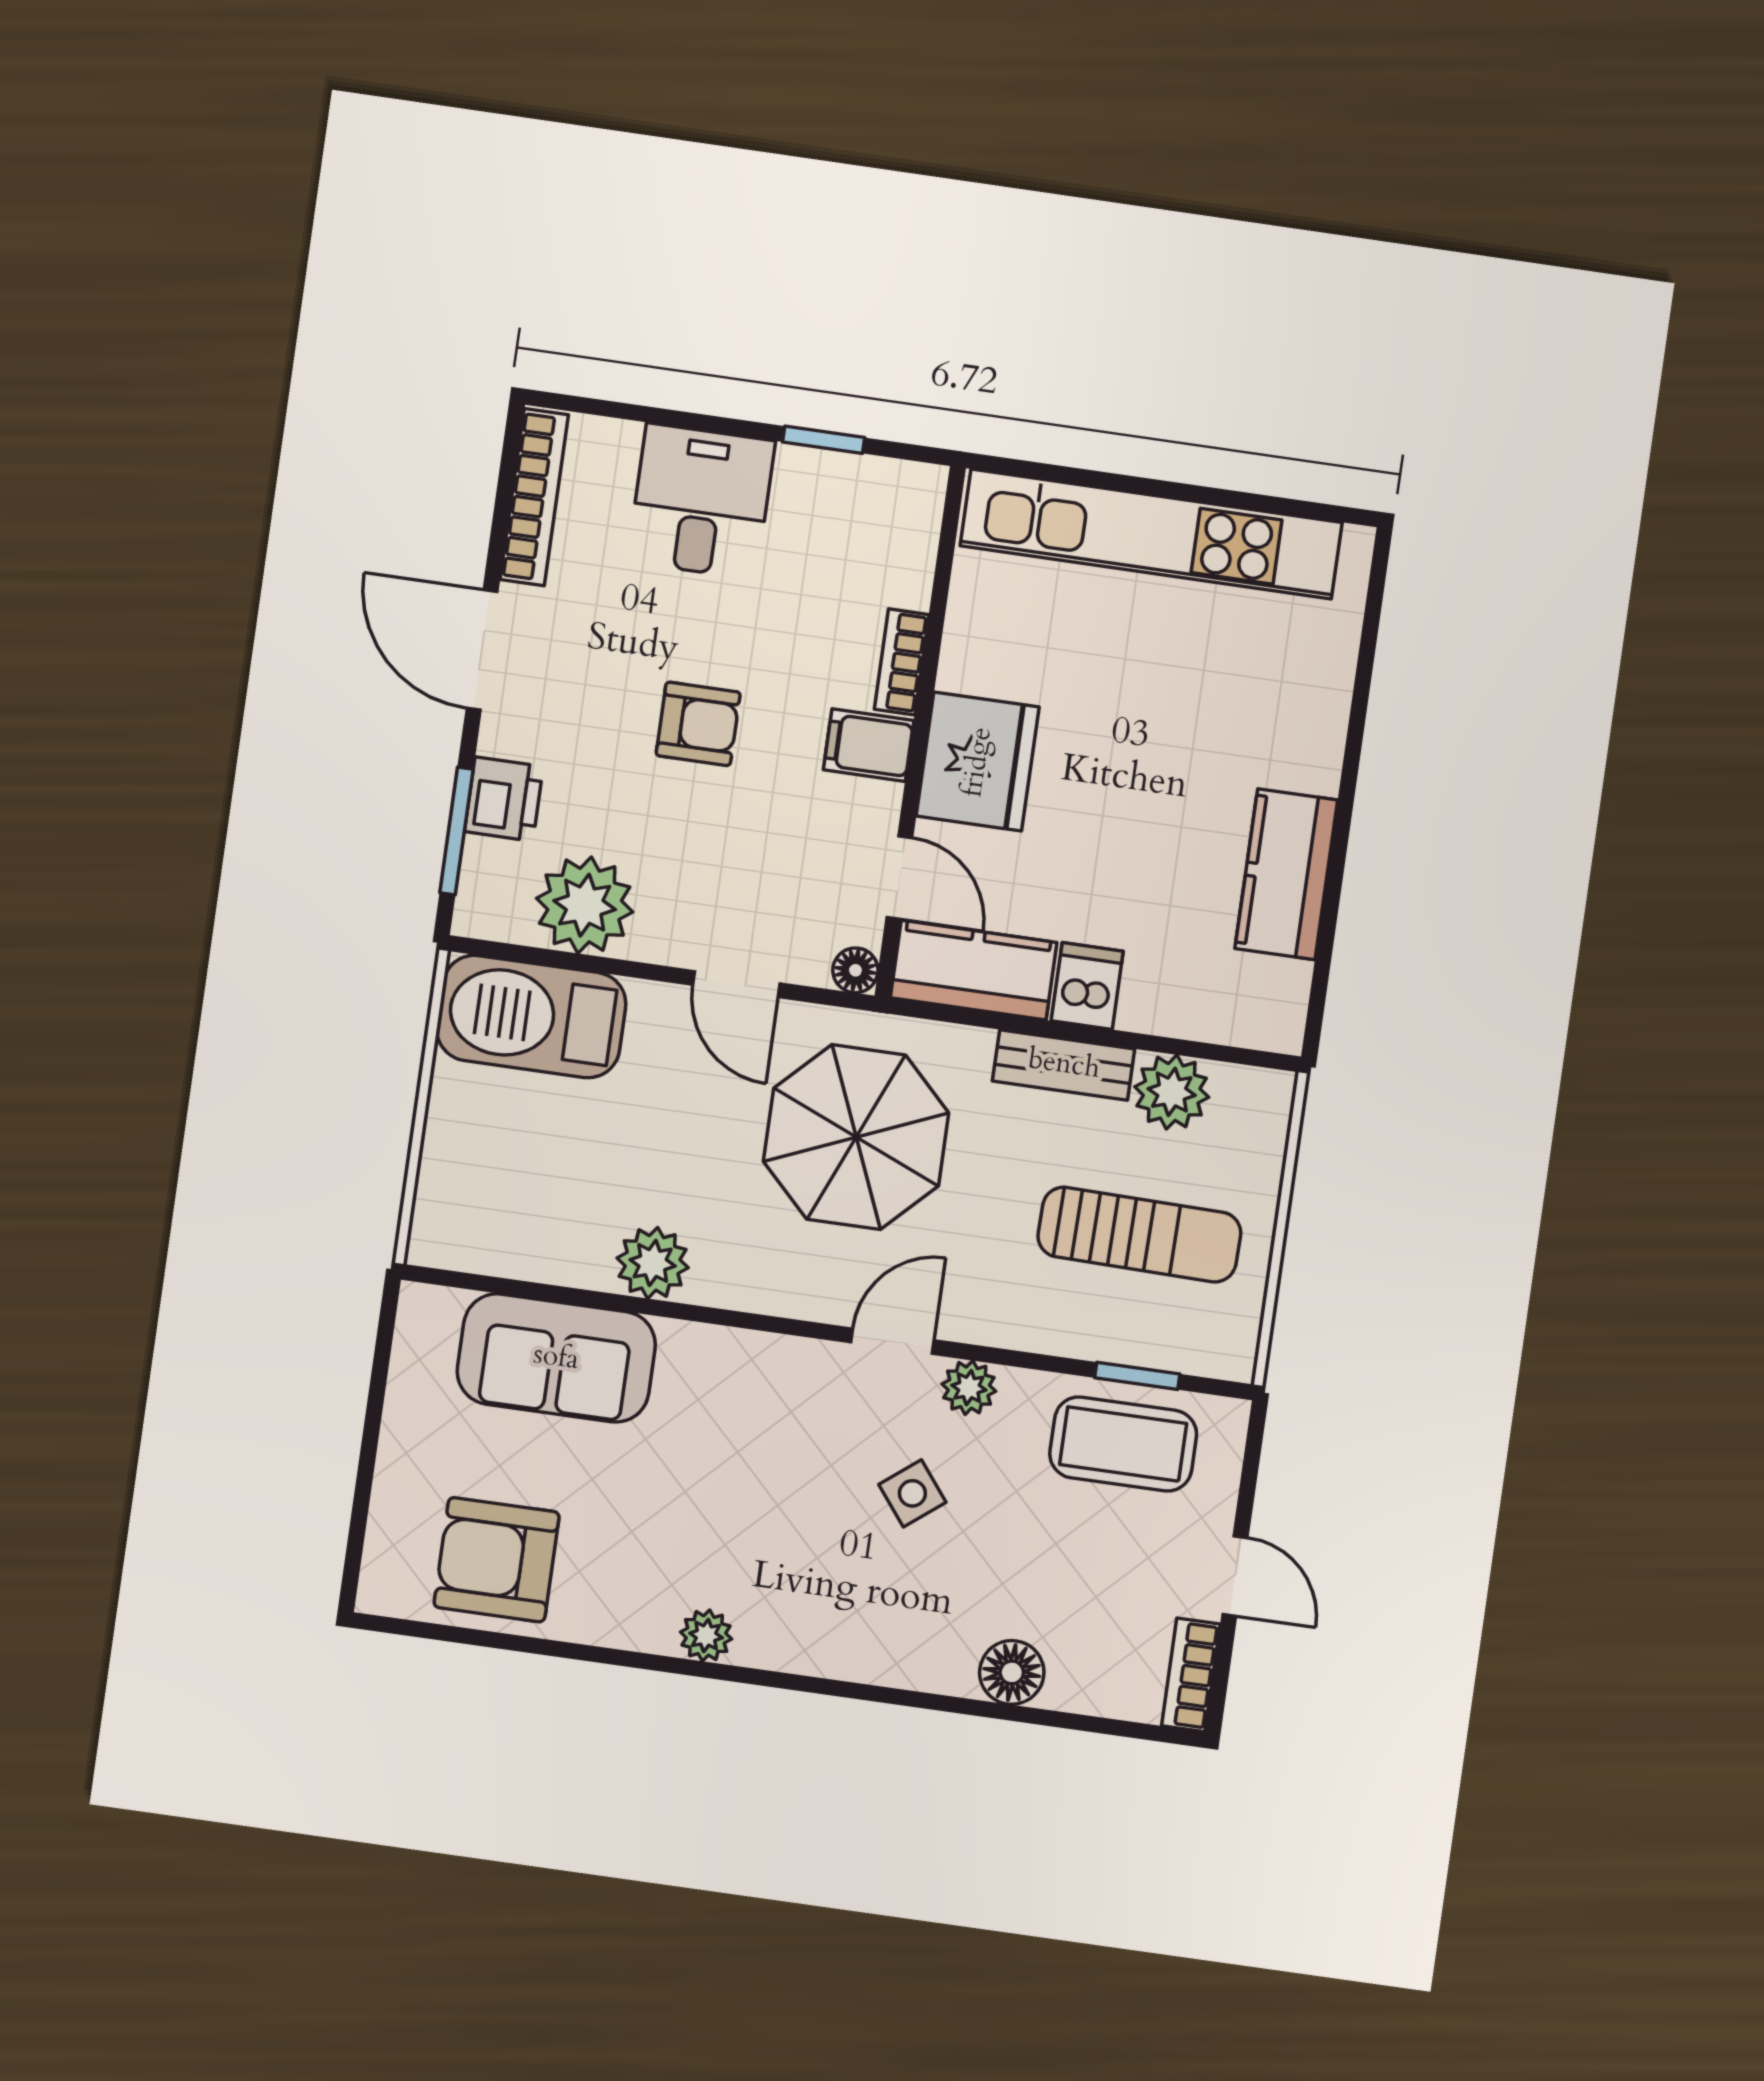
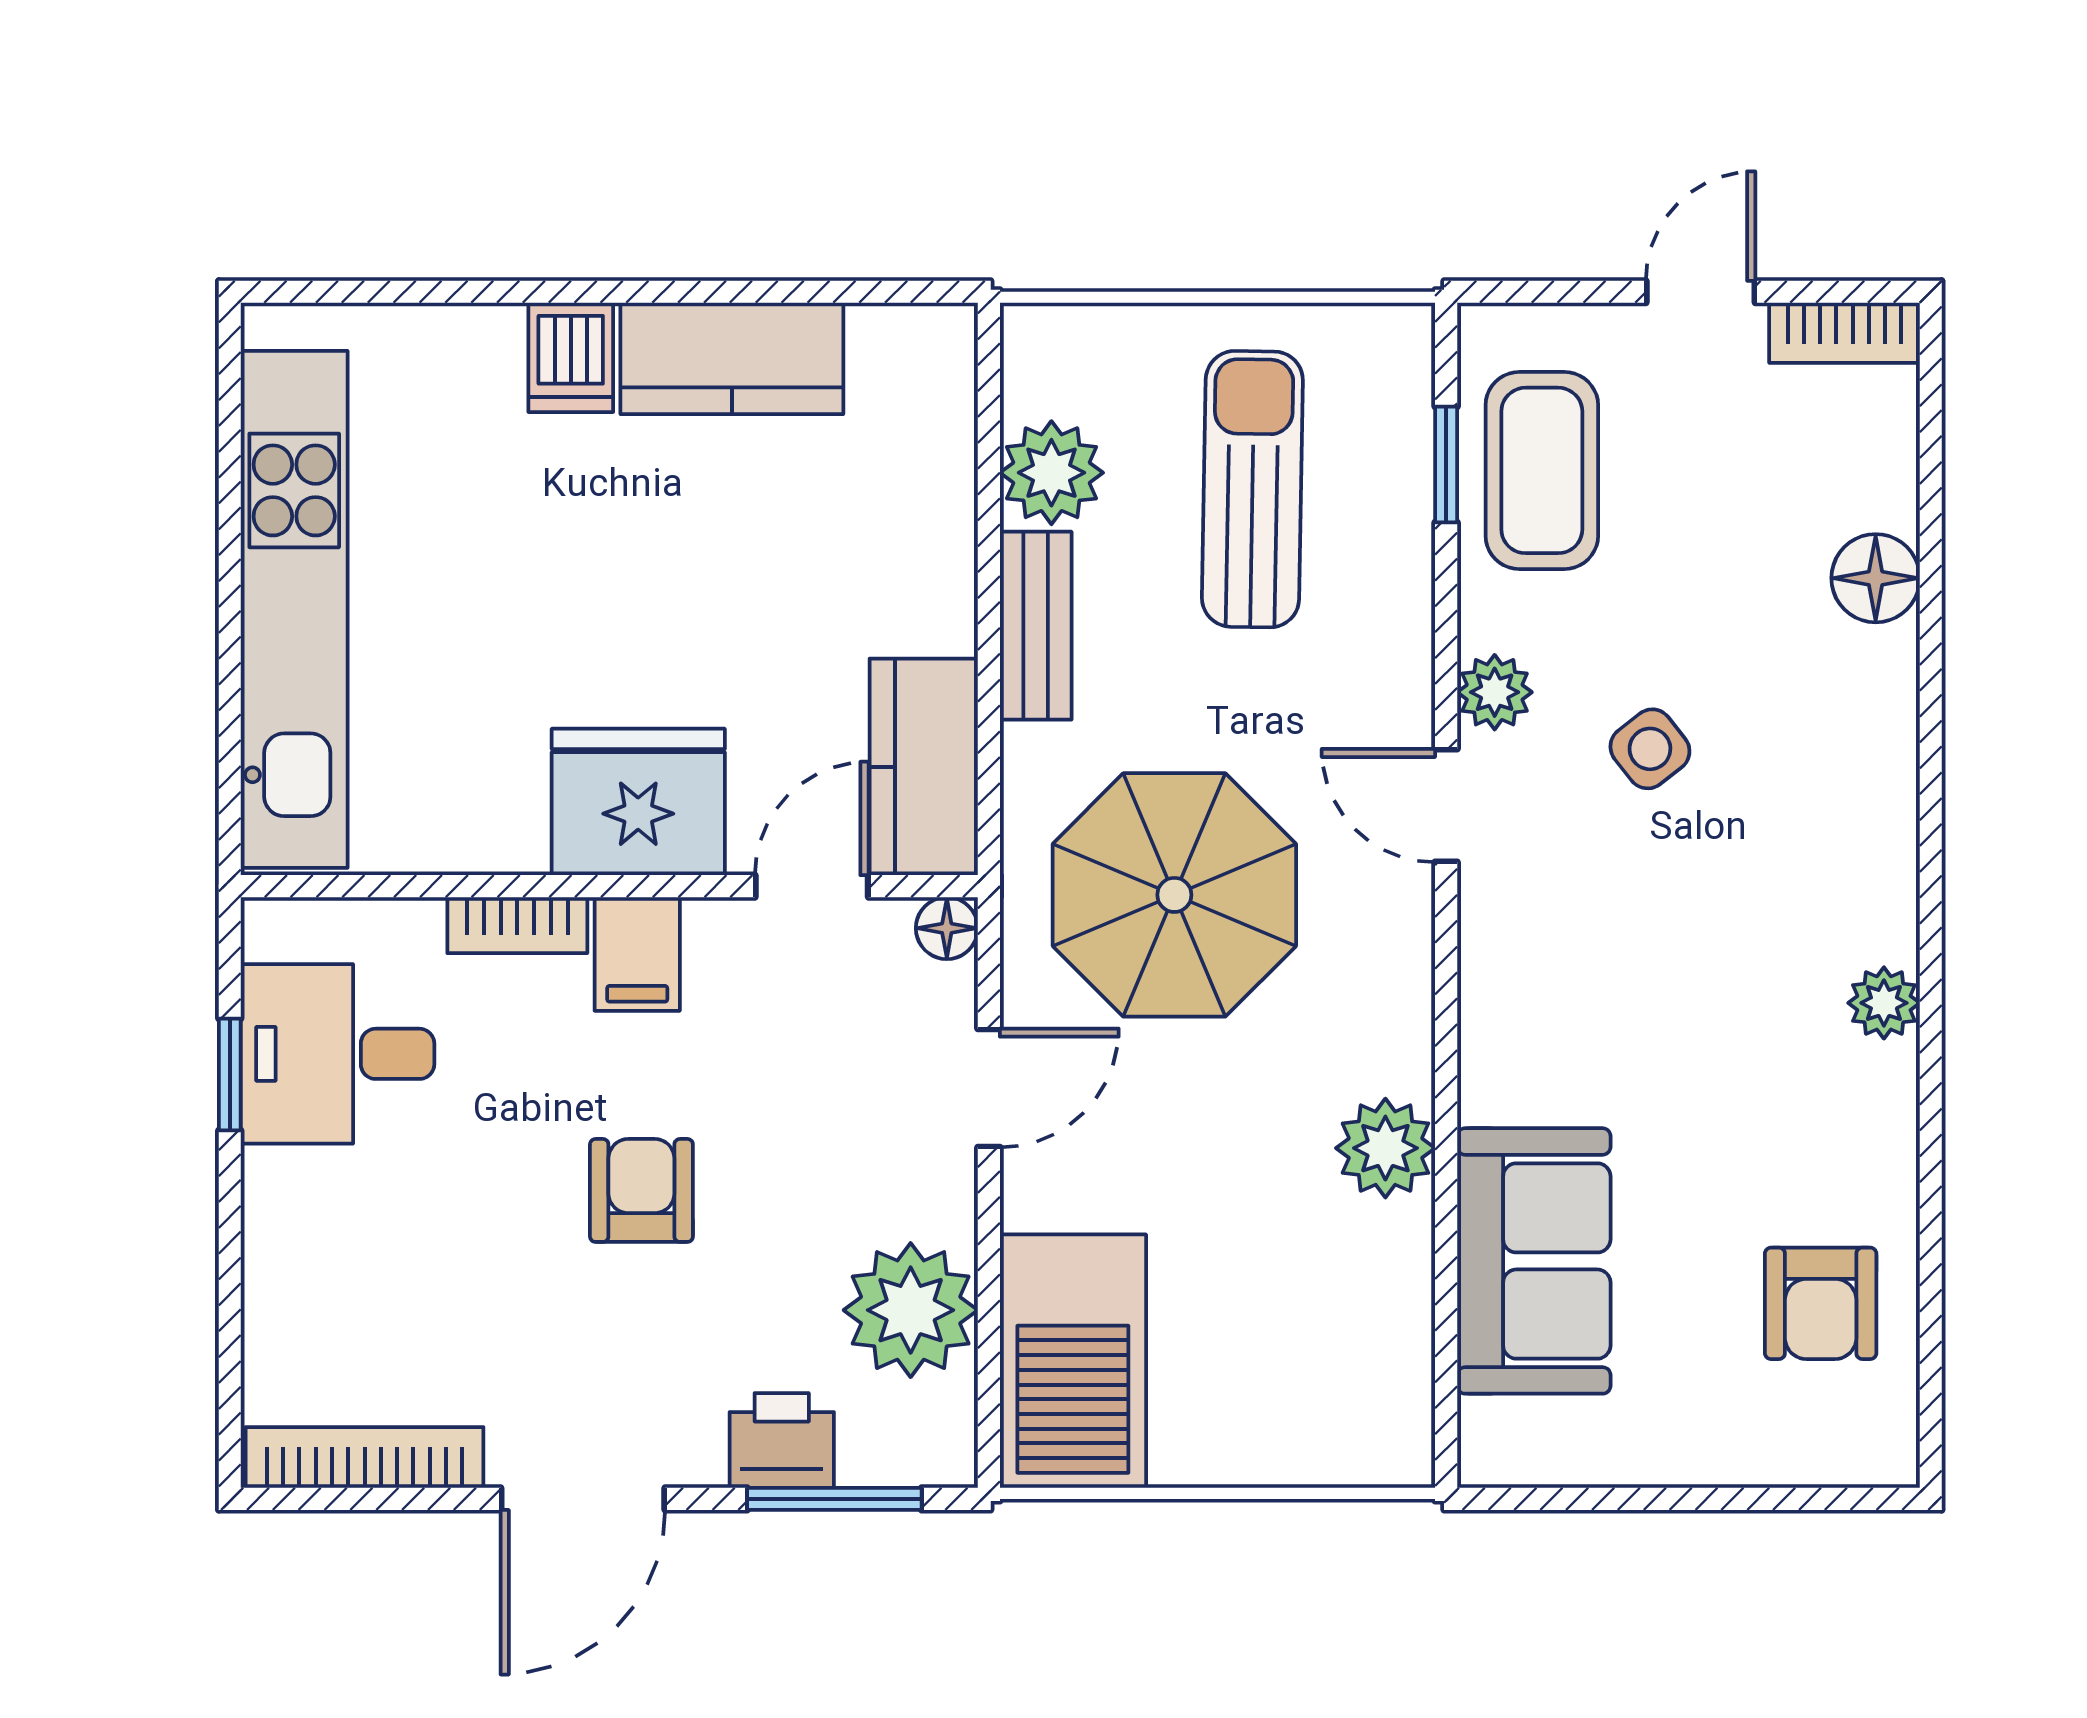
desk: (701, 501) -> (338, 1054), moved
dishwasher: (1087, 986) -> (571, 357), moved, turned -90
armchair: (497, 1560) -> (1821, 1303), width x0.72, depth x0.72

